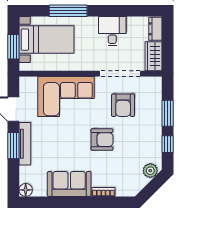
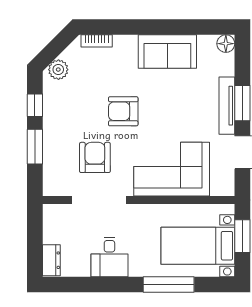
wardrobe: (154, 56) -> (54, 223), removed
bookcase: (103, 192) -> (97, 41), moved

